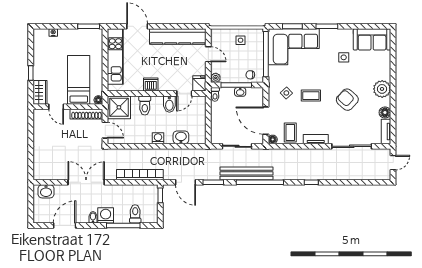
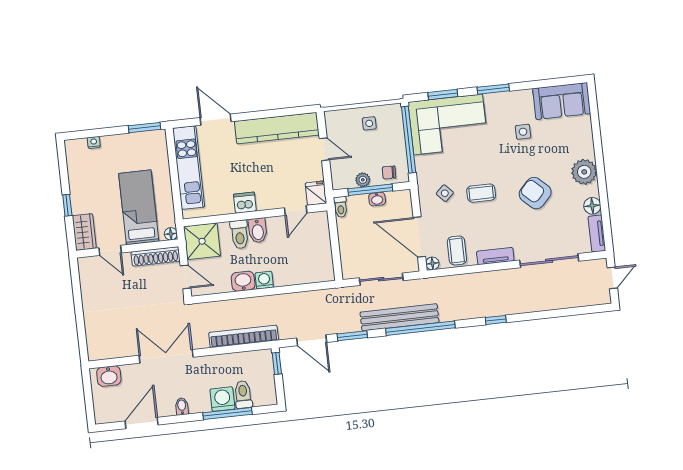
plant: (216, 78) -> (363, 180), moved
bidet: (169, 104) -> (258, 230), moved
washbasin: (181, 137) -> (243, 281), moved
washing machine: (106, 215) -> (222, 399), moved

